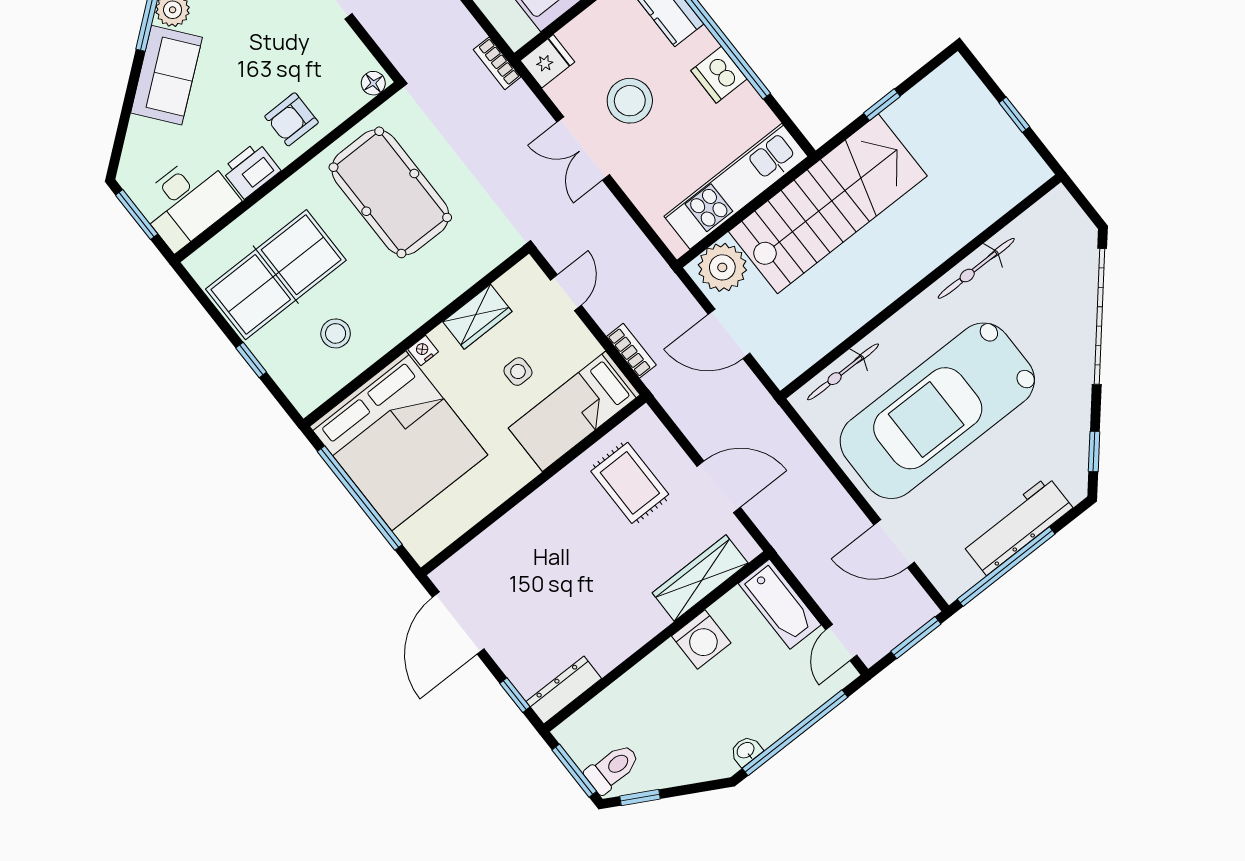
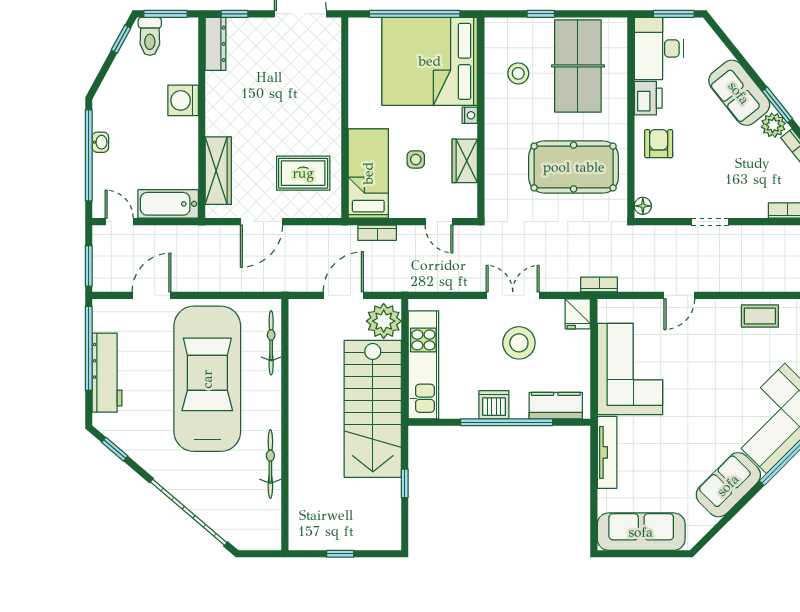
washing machine: (701, 639) -> (183, 100), moved
washbasin: (746, 751) -> (100, 142), moved

